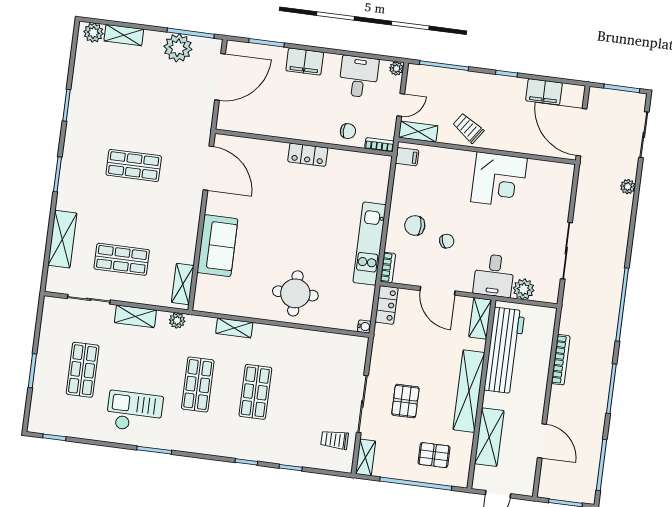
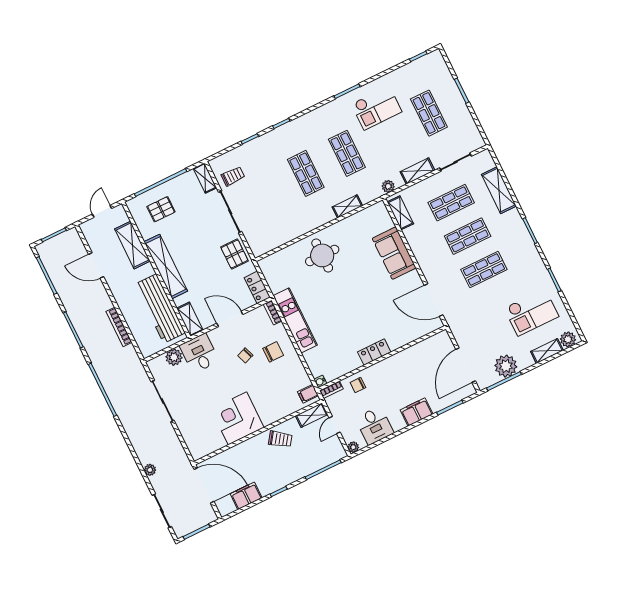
checkout: (113, 87) -> (531, 312), added
shop shelf: (128, 212) -> (468, 236), added
water cooler: (364, 326) -> (320, 381), moved
pallet: (405, 401) -> (234, 254), moved

